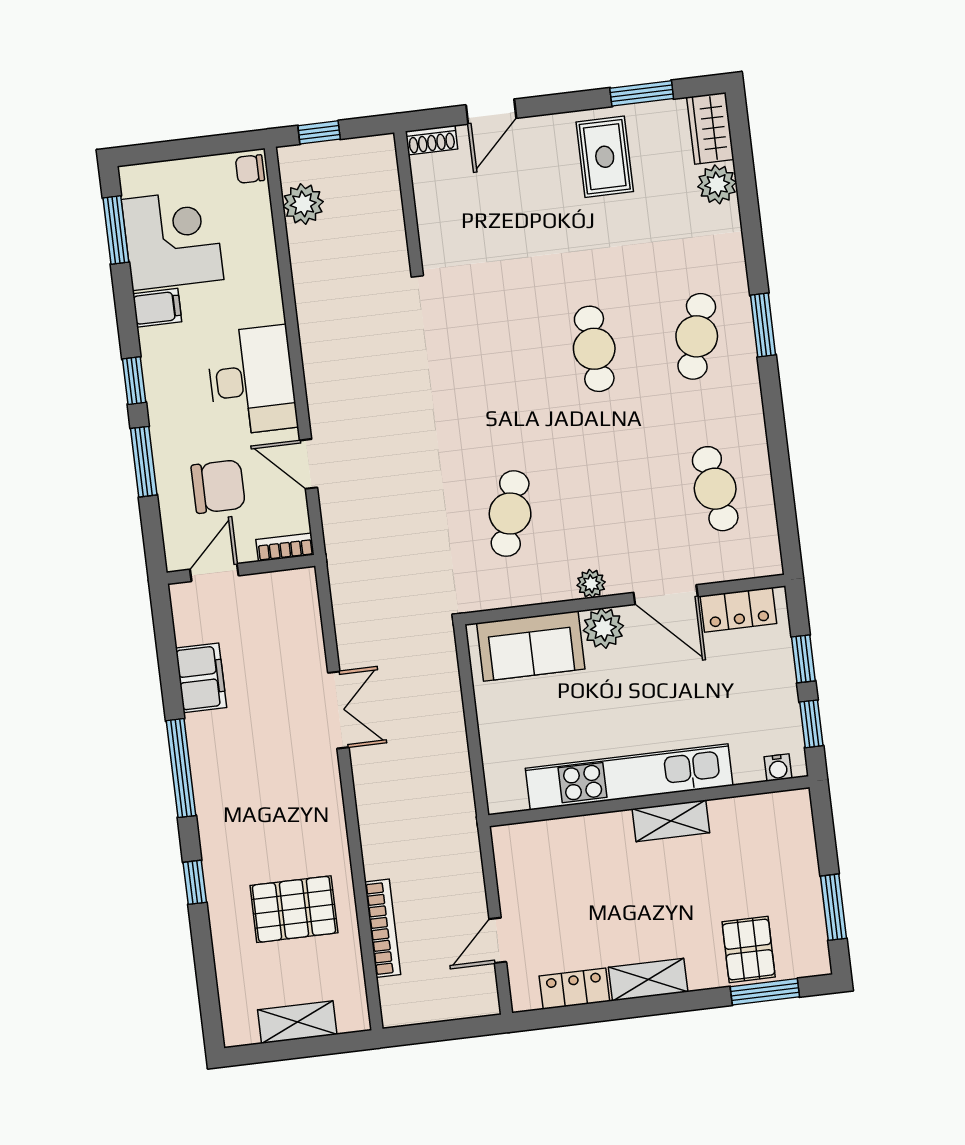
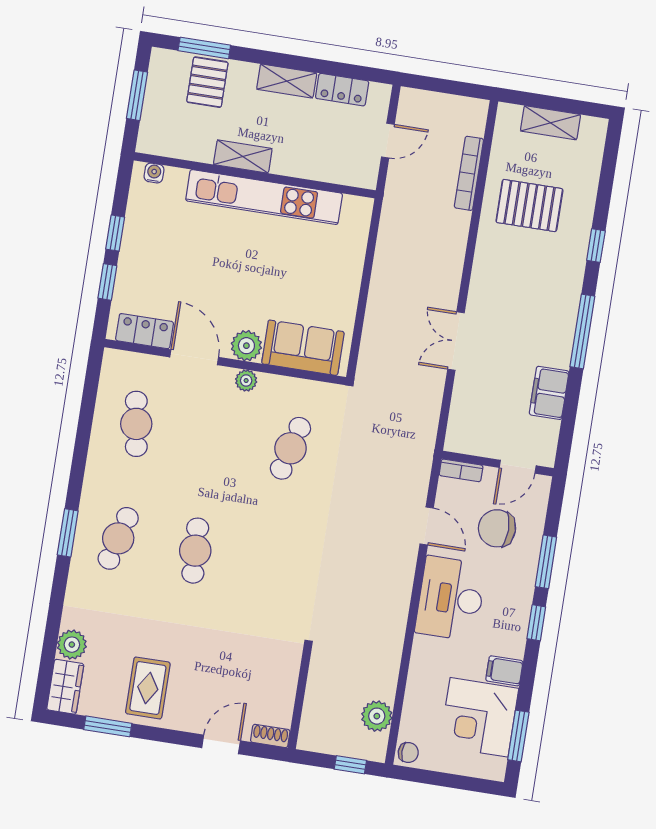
water cooler: (778, 768) -> (154, 173), moved
kitchen unit: (629, 777) -> (264, 197), moved
wall: (649, 801) -> (255, 175), moved
shelving: (671, 821) -> (243, 156), moved

